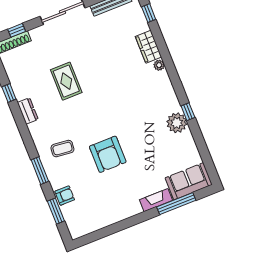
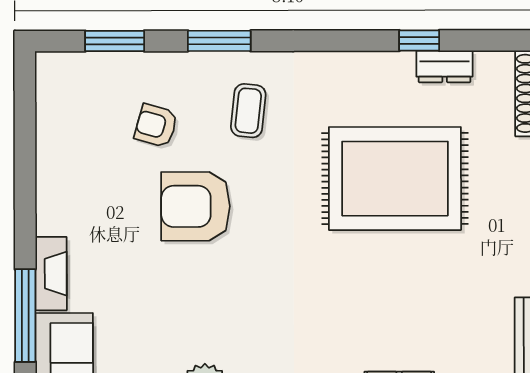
rug: (66, 81) -> (395, 179), width x1.86, depth x2.06
dresser: (28, 111) -> (445, 66), moved
armchair: (65, 196) -> (156, 126), moved, turned 106

